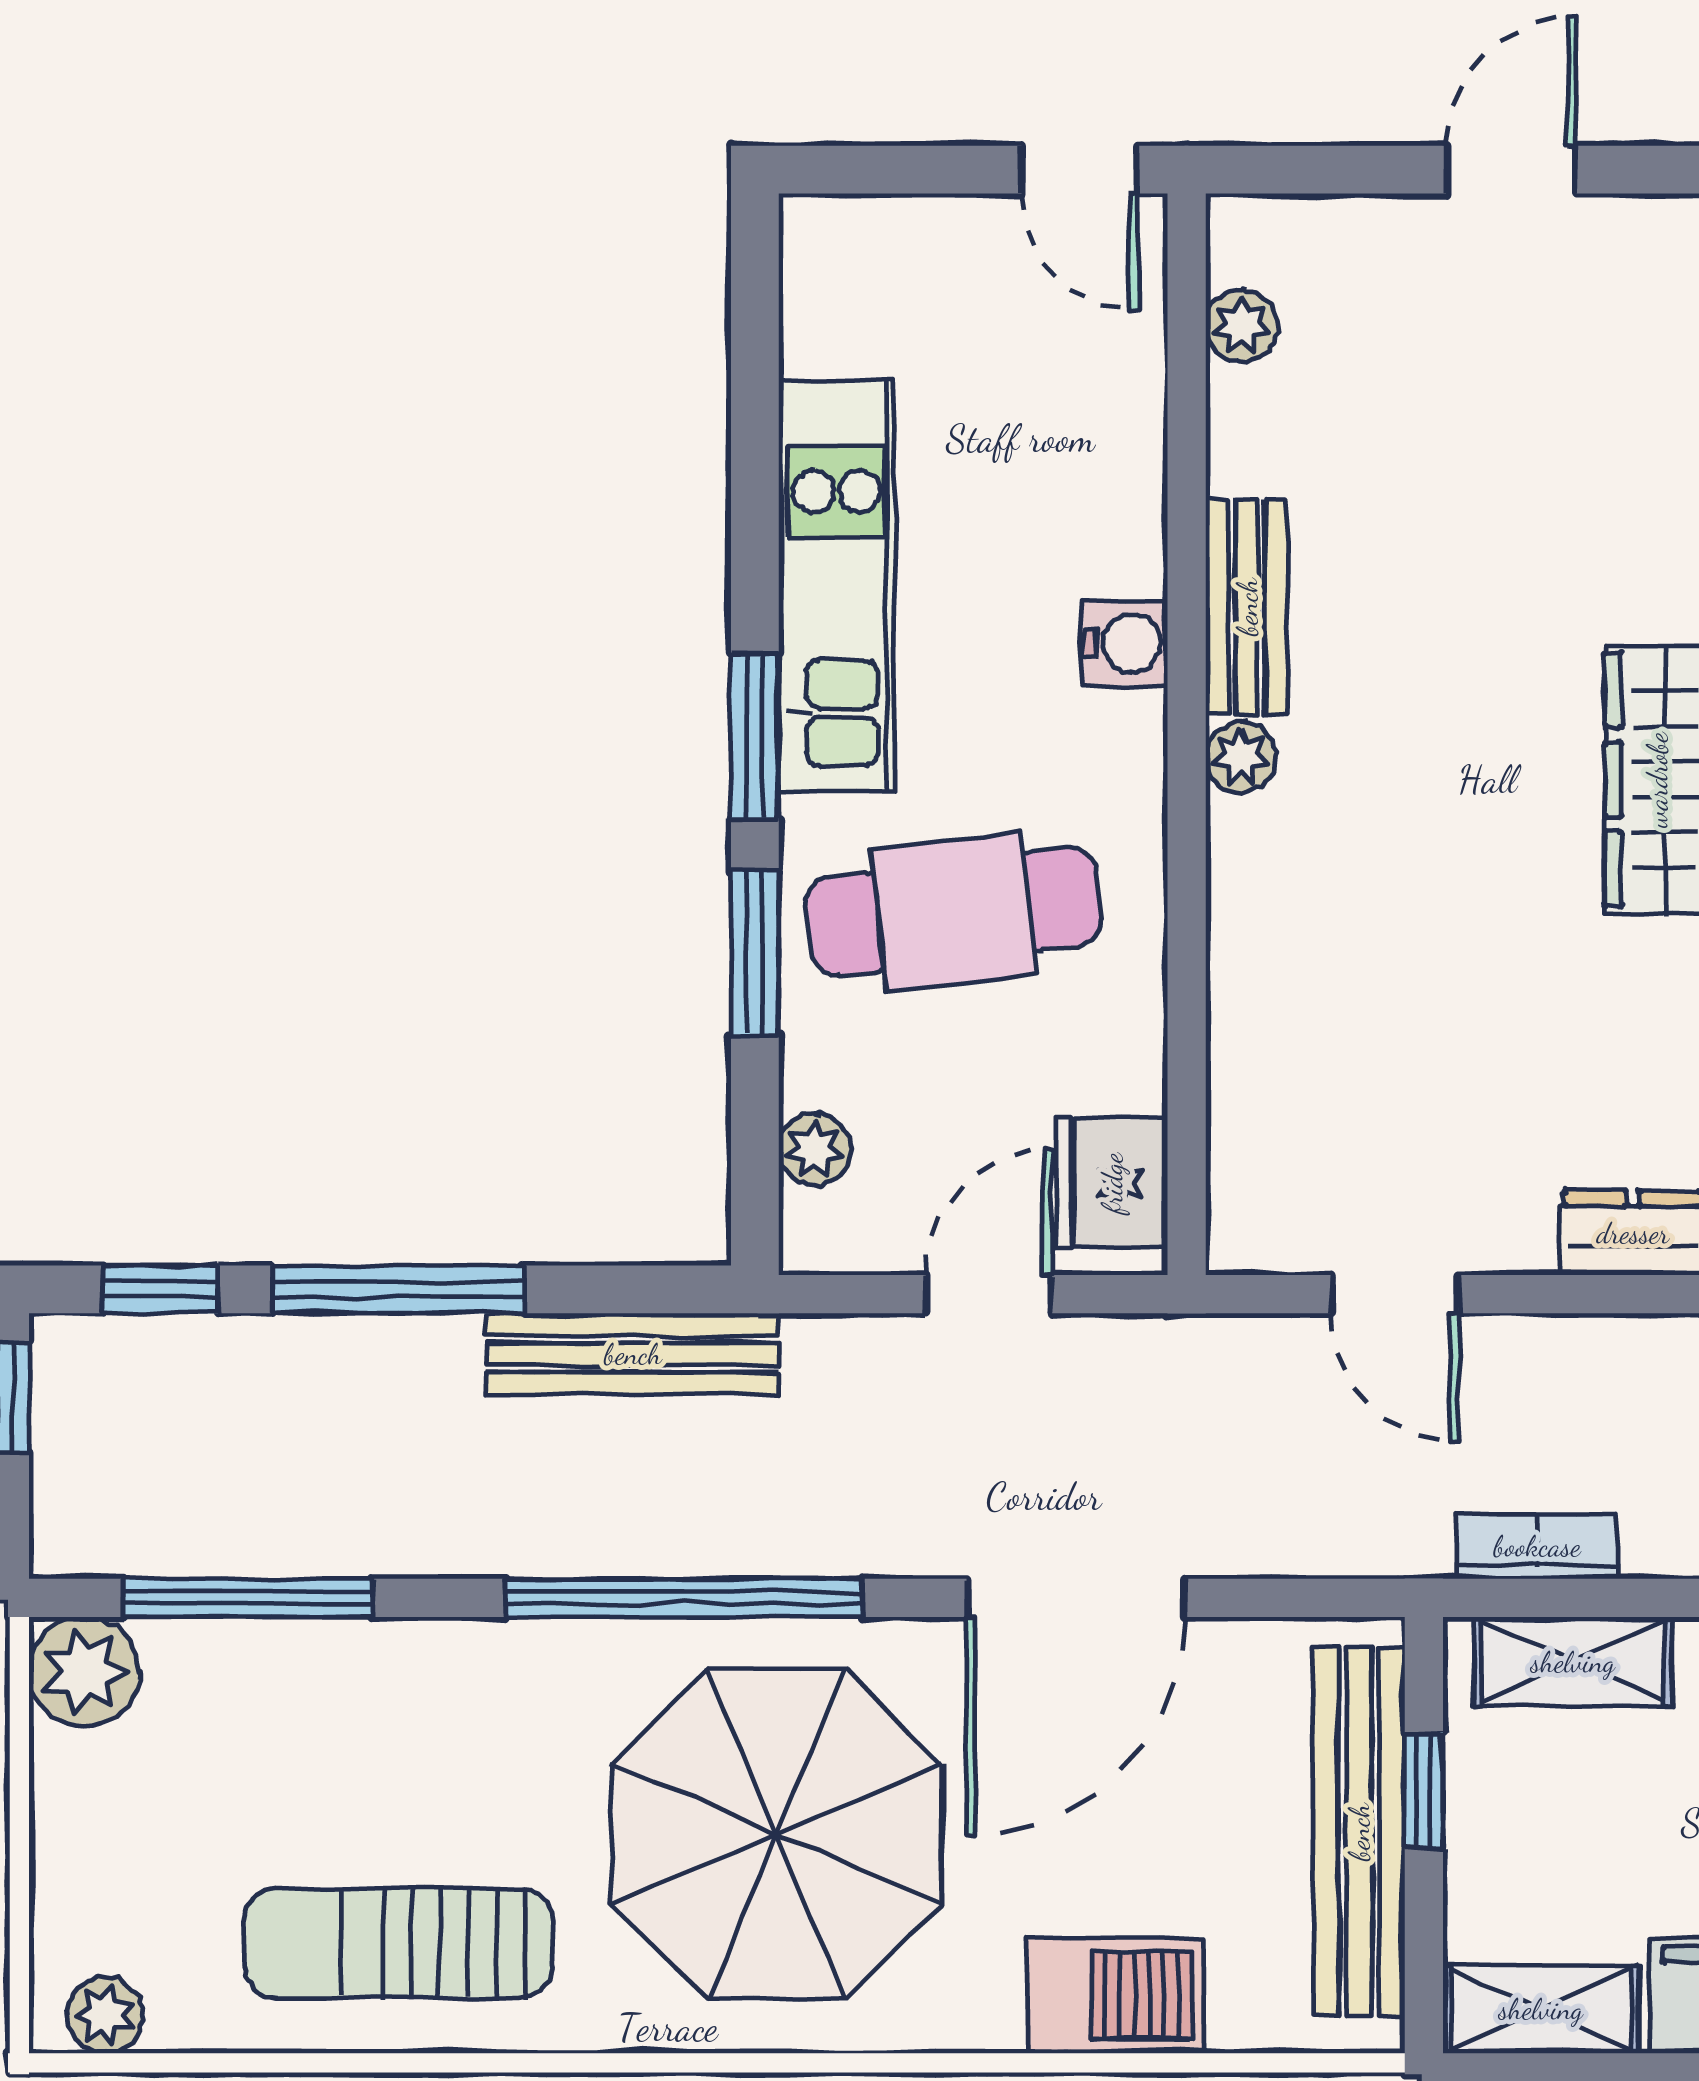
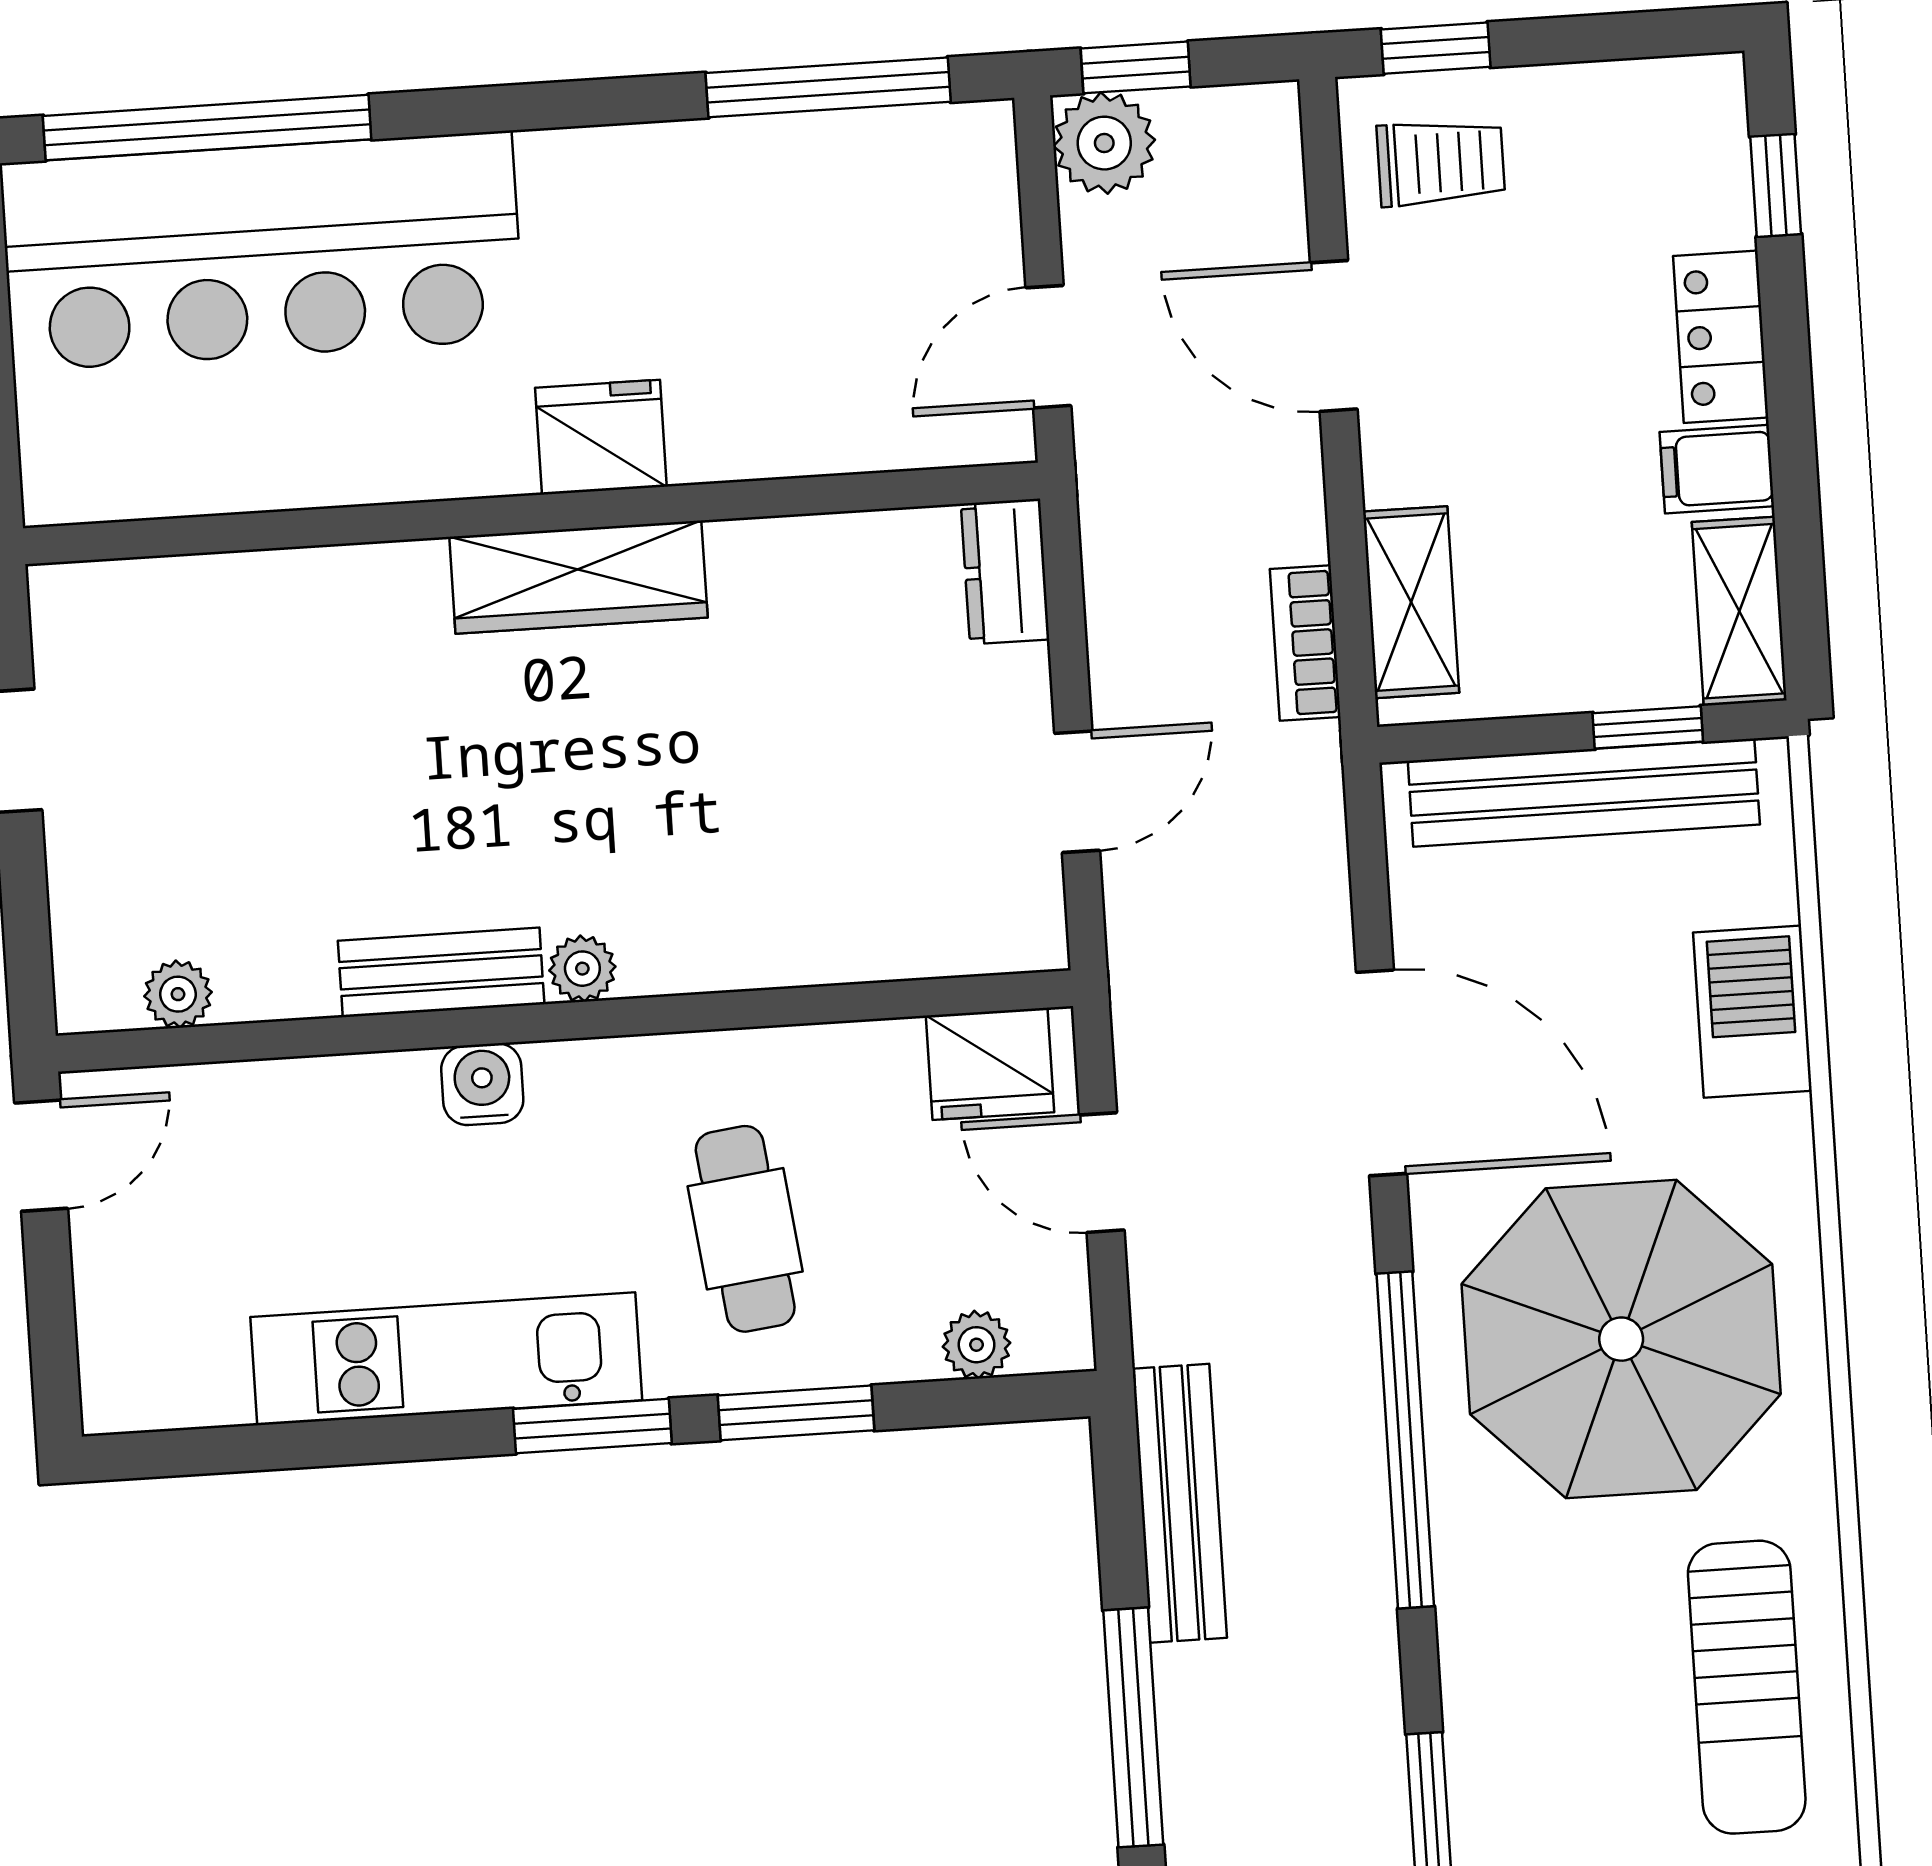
cafe table: (954, 912) -> (745, 1229), width x0.73, depth x0.74
window: (1424, 1790) -> (1648, 727), moved

